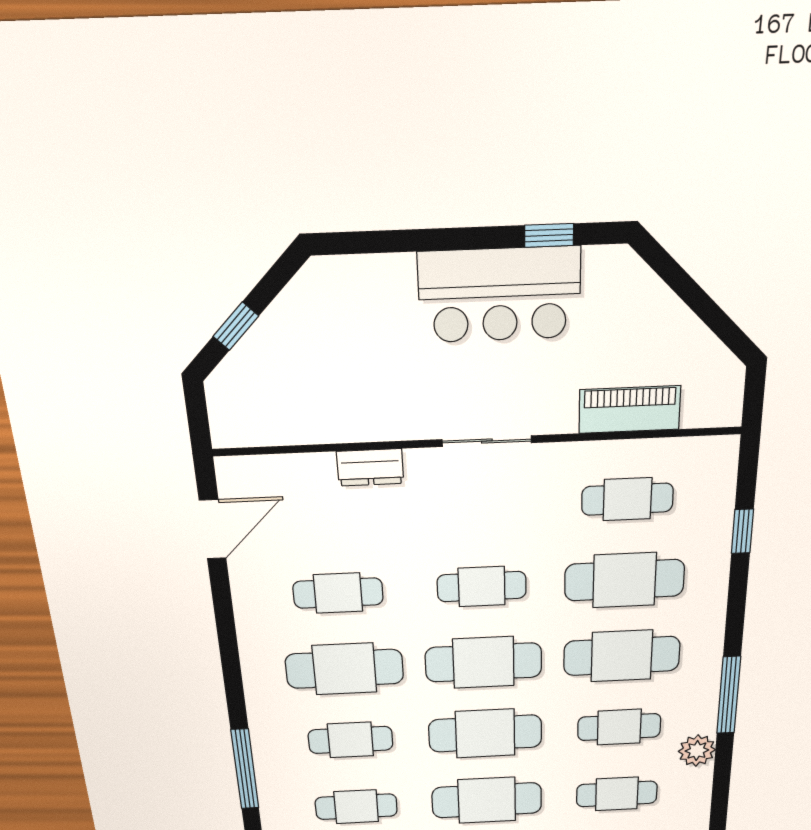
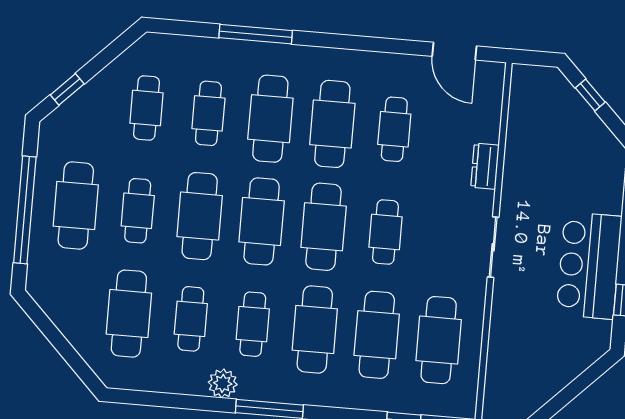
piano: (630, 410) -> (503, 345), removed
cafe table: (627, 499) -> (439, 340), width x1.37, depth x1.35
cafe table: (351, 740) -> (270, 119), width x1.37, depth x1.35

